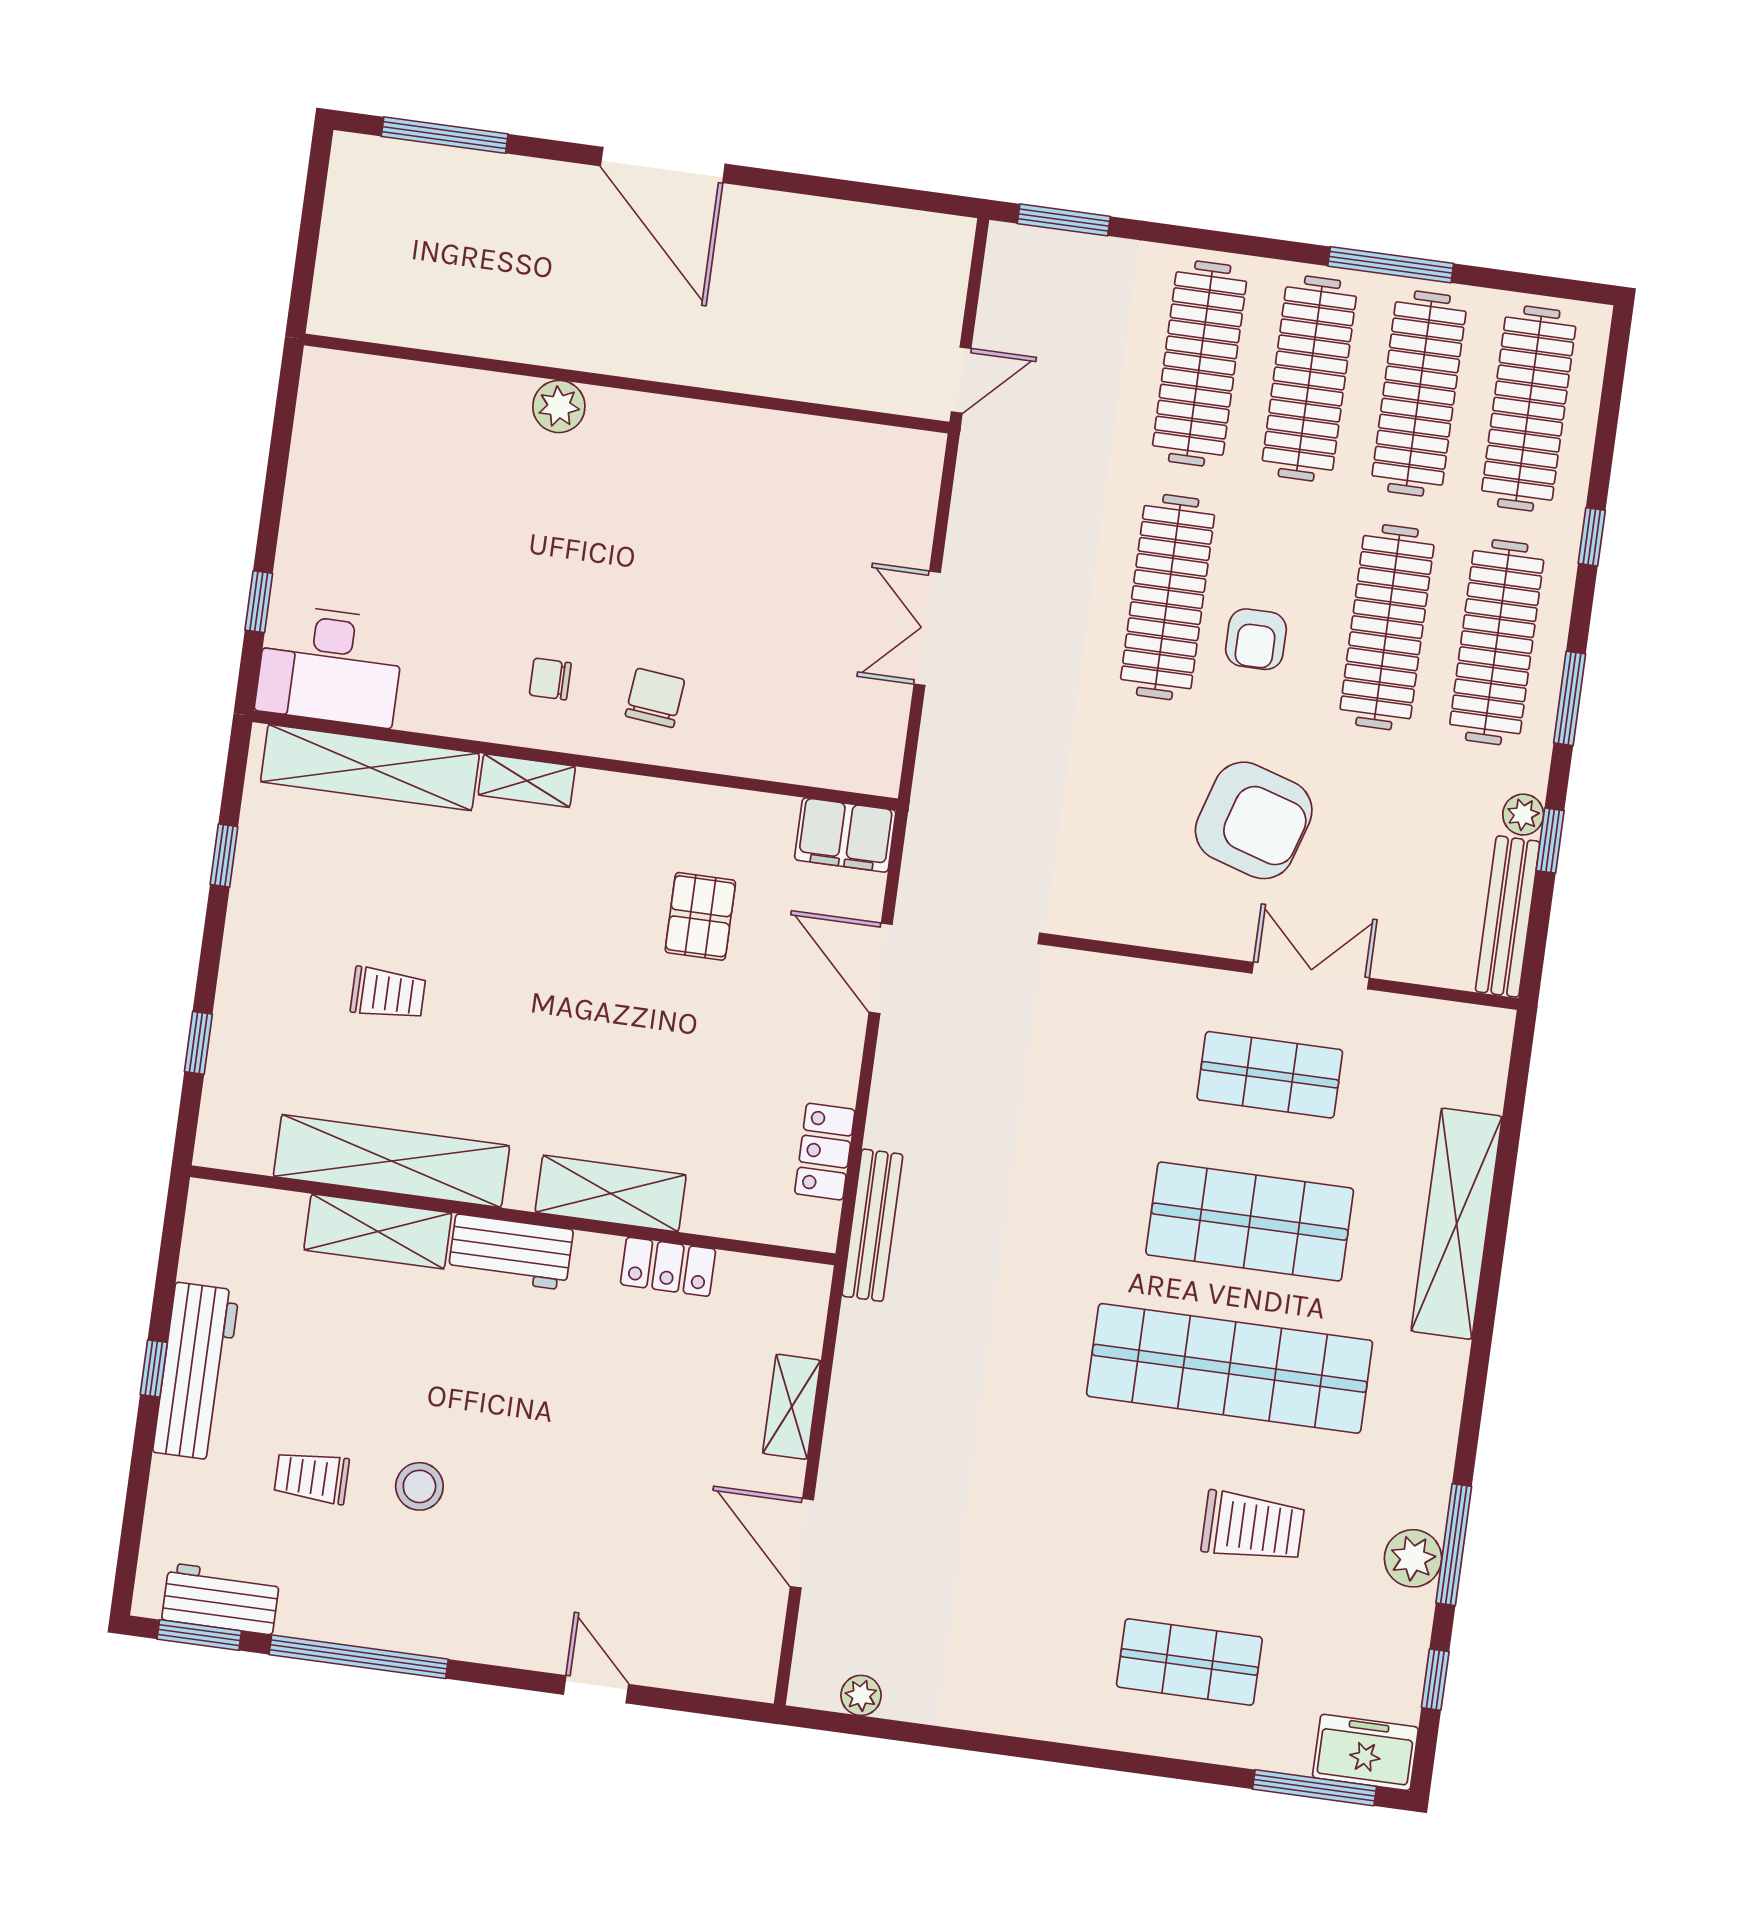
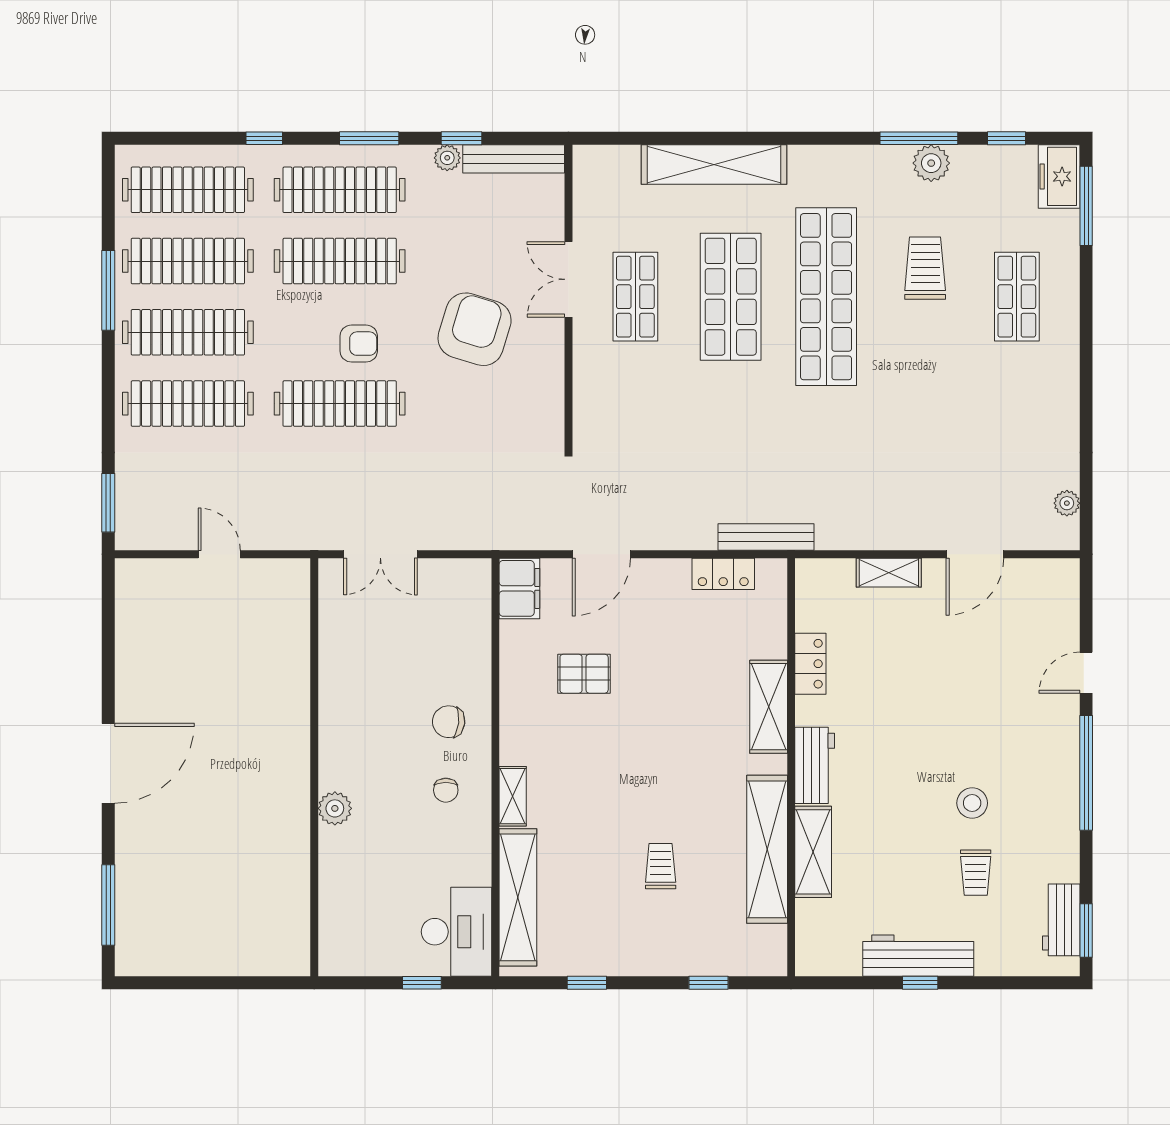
wall: (627, 383) -> (314, 767), moved
plant: (559, 406) -> (335, 808), moved
window: (359, 1657) -> (1086, 773), moved

